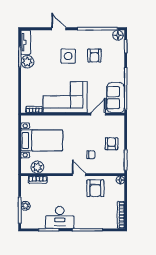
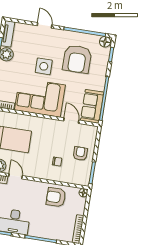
side table: (68, 56) -> (44, 66), moved
armchair: (94, 56) -> (77, 59), width x1.88, depth x1.88
door: (98, 114) -> (71, 121), hinge flipped
door: (79, 175) -> (16, 176), moved
armchair: (95, 188) -> (56, 197), turned 90

